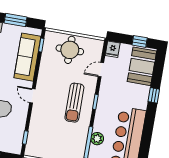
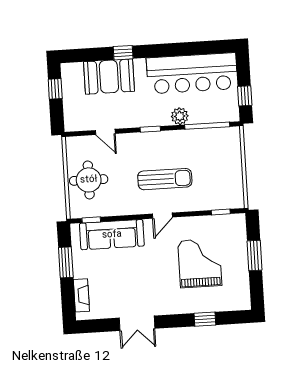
fridge: (113, 49) -> (74, 123), removed
booth: (142, 66) -> (109, 77), moved
sun lounger: (74, 103) -> (165, 179), moved
plant: (97, 139) -> (180, 116), moved

